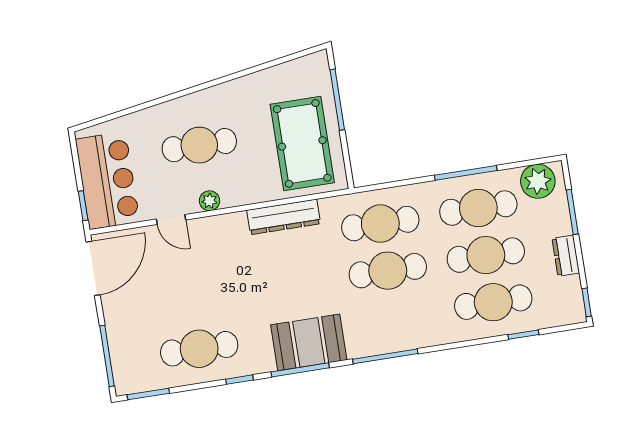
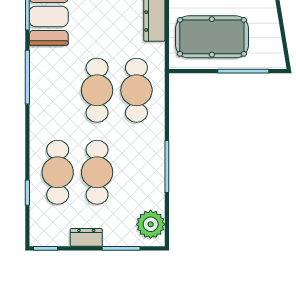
cafe table: (478, 208) -> (136, 172), removed

